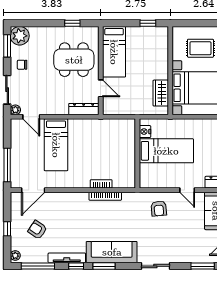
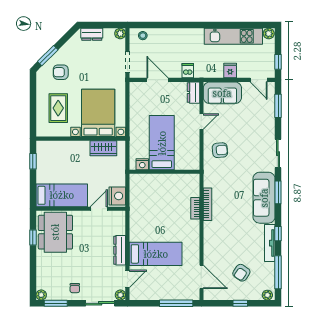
plant: (20, 36) -> (41, 295), width x0.53, depth x0.53
dining table: (74, 60) -> (55, 232), moved
nightstand: (113, 107) -> (117, 196), added
dresser: (84, 109) -> (120, 250), moved
window: (104, 266) -> (278, 192), moved

